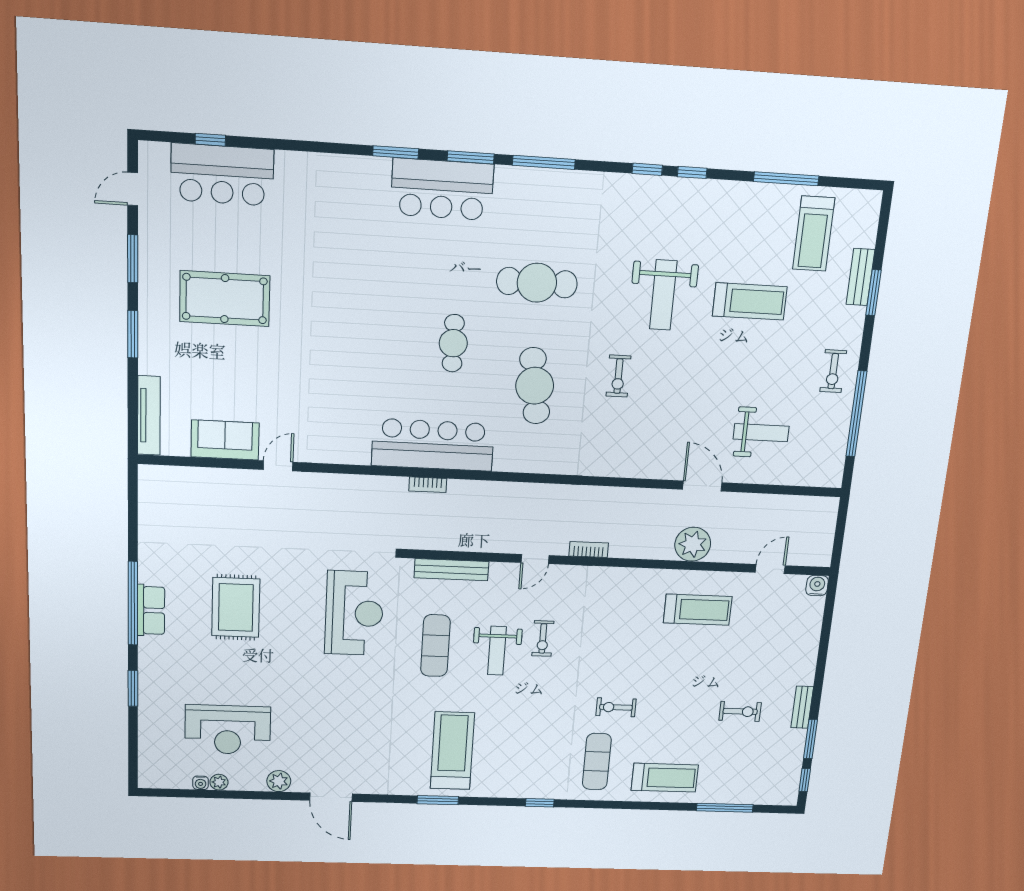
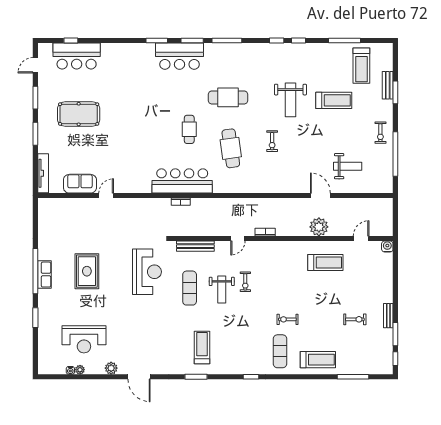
treadmill: (452, 751) -> (202, 347), width x0.73, depth x0.73

